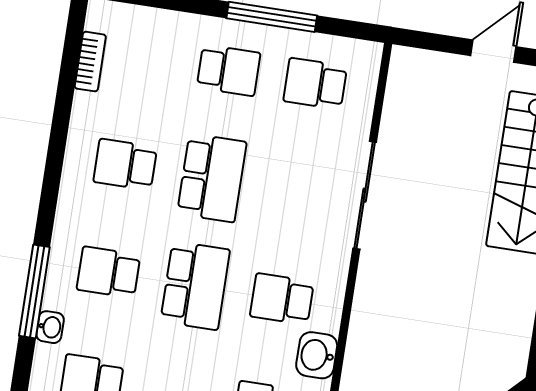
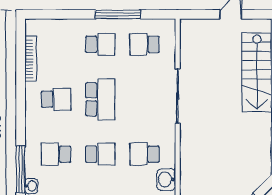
bookcase: (90, 62) -> (31, 59), width x1.56
school desk: (125, 165) -> (56, 99), turned 180
school desk: (195, 286) -> (100, 154), width x0.54

